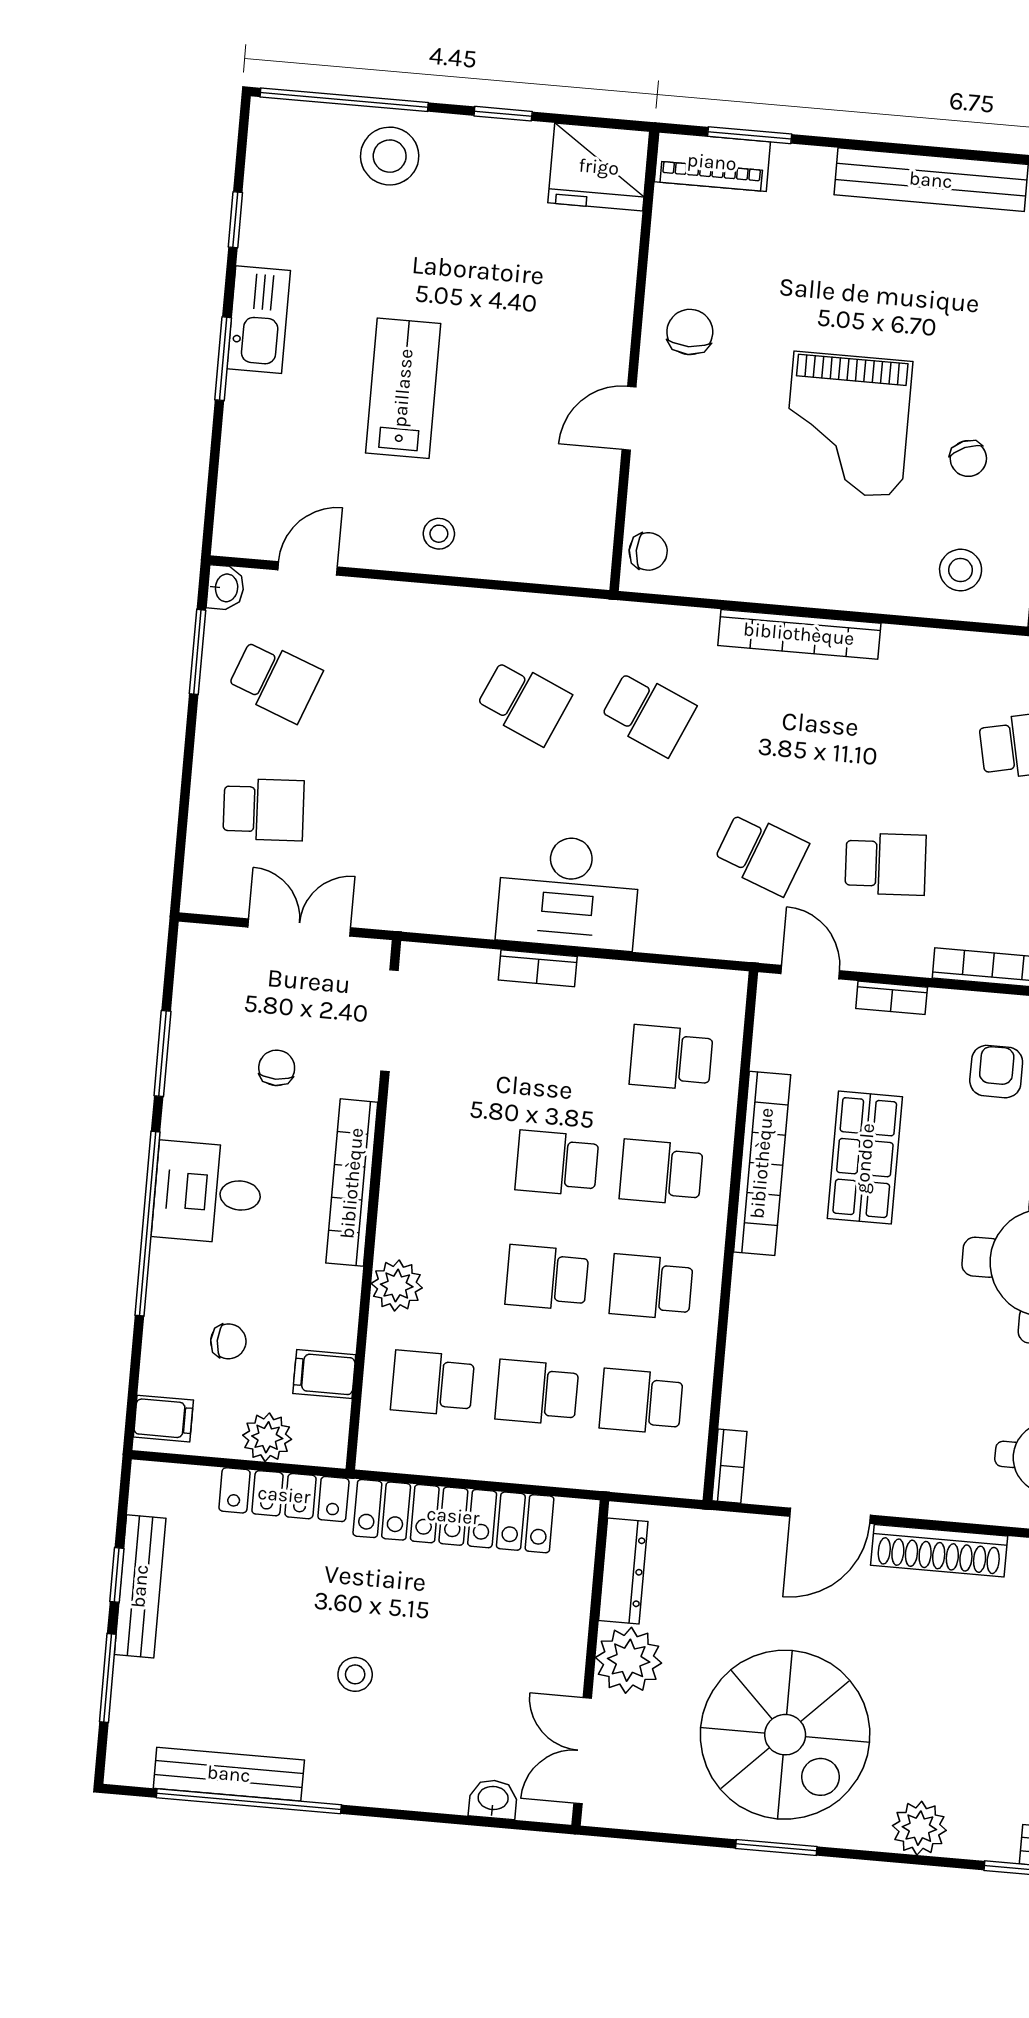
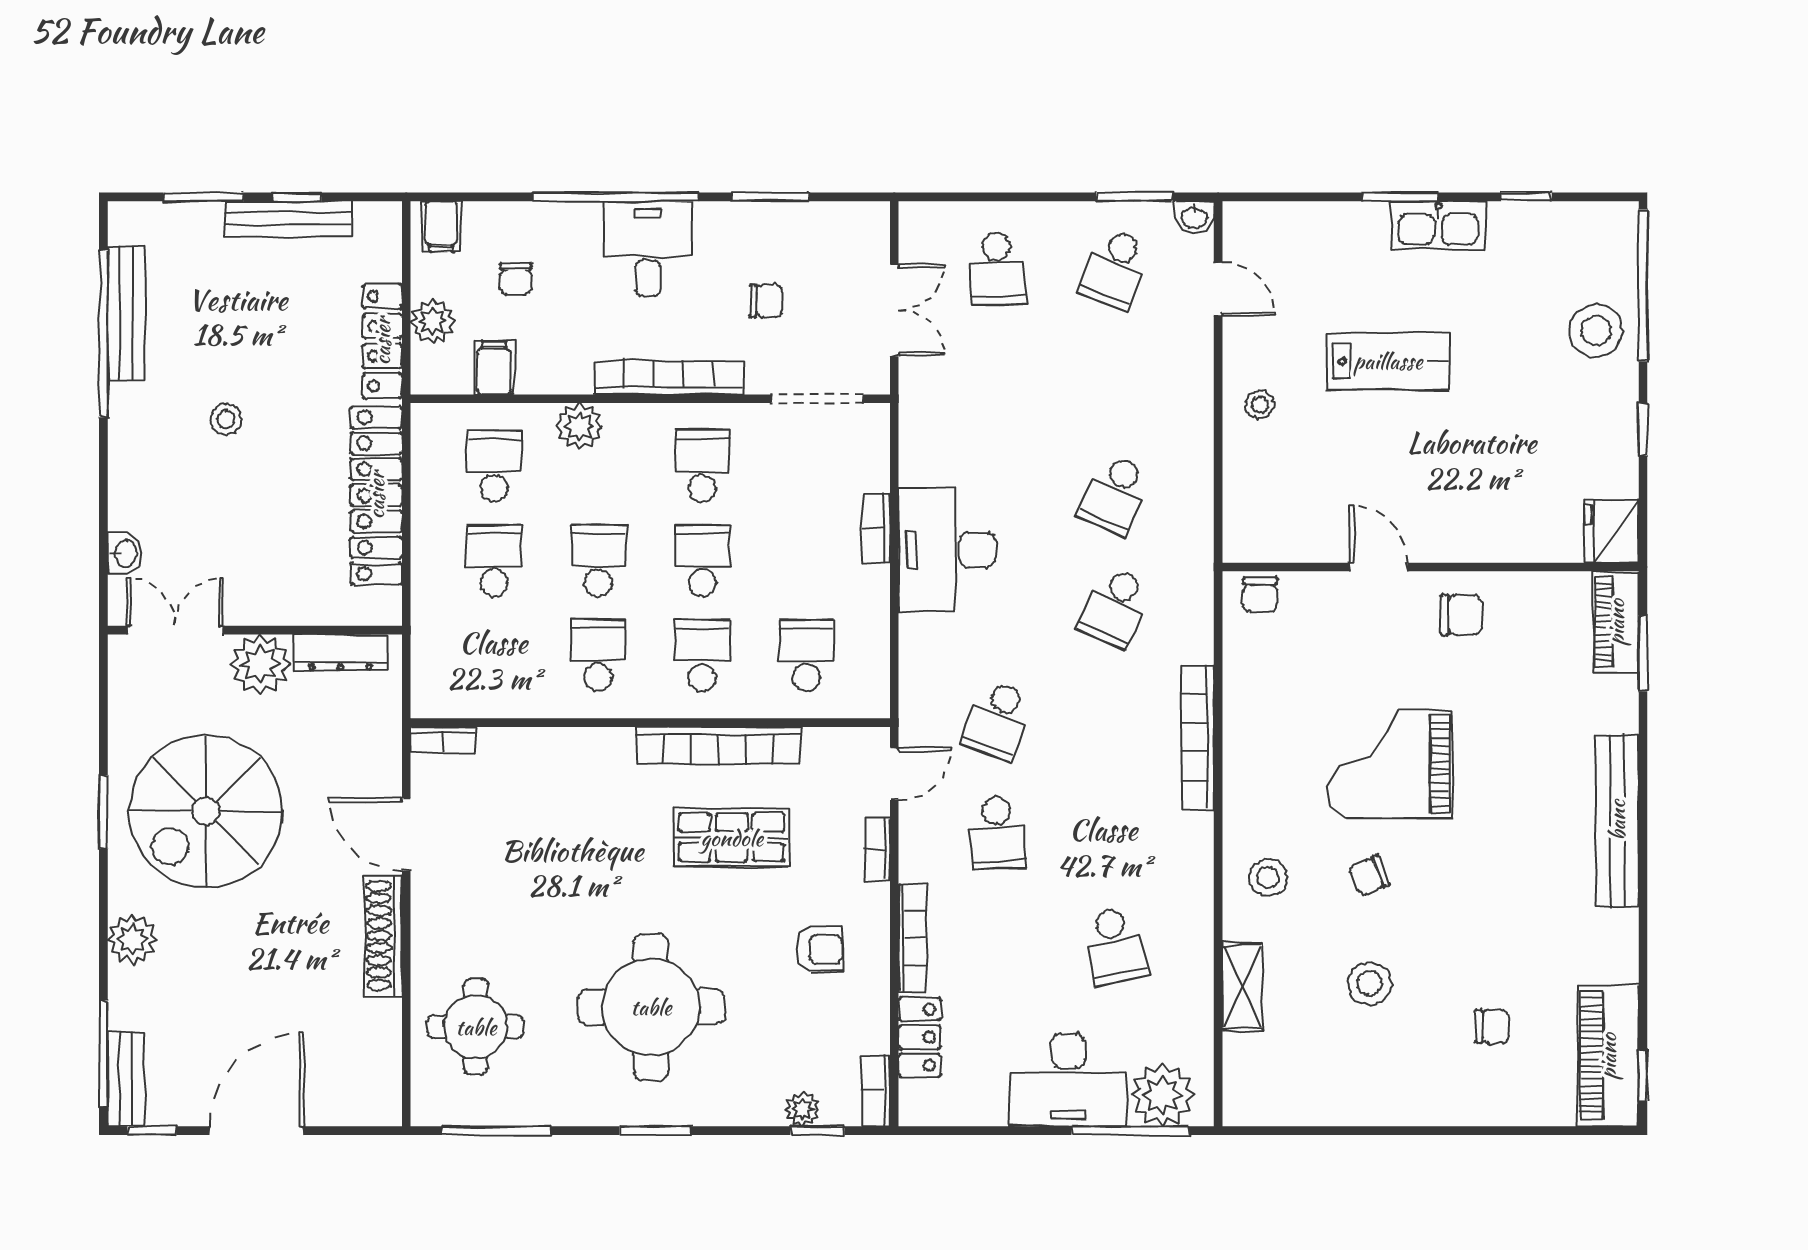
fridge: (599, 167) -> (1612, 531), width x0.73, depth x0.75
school desk: (641, 1402) -> (702, 466), moved

